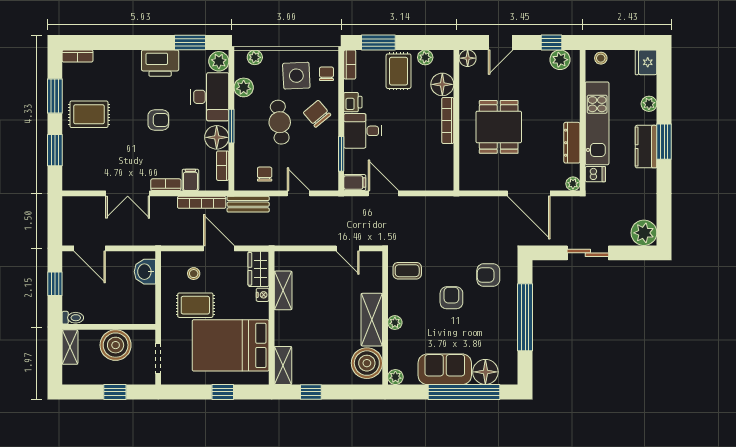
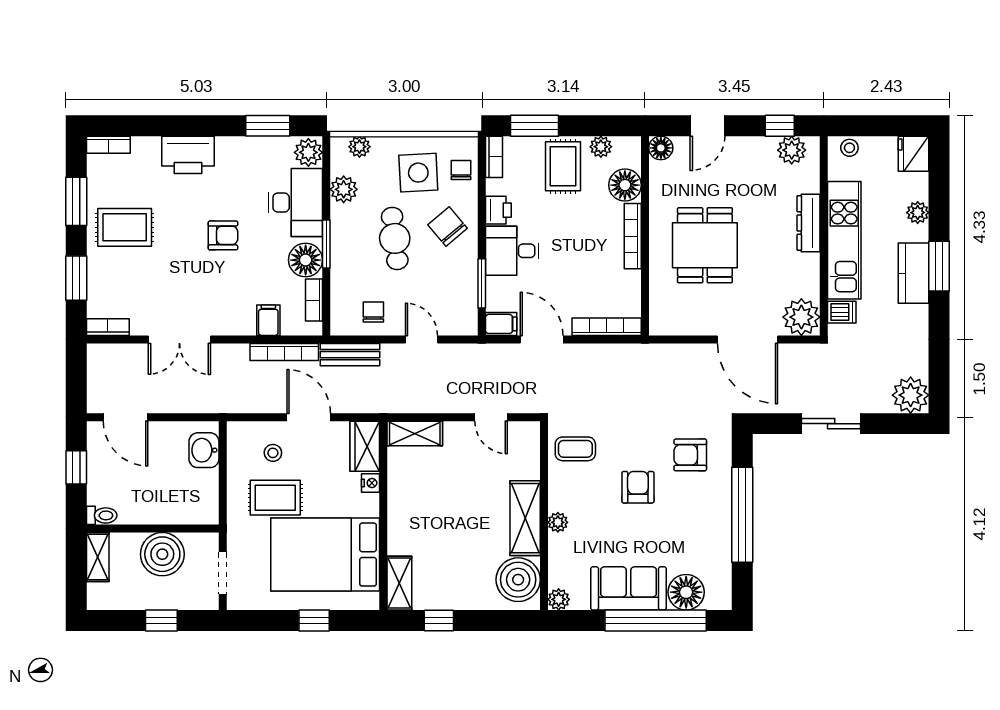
printer: (160, 63) -> (188, 155), moved
dresser: (572, 143) -> (809, 223), moved
bookcase: (429, 184) -> (607, 327), added
plant: (573, 184) -> (801, 317), width x1.88, depth x1.88
bookcase: (166, 185) -> (108, 327), moved
shelving: (283, 290) -> (415, 433), moved, turned 90

